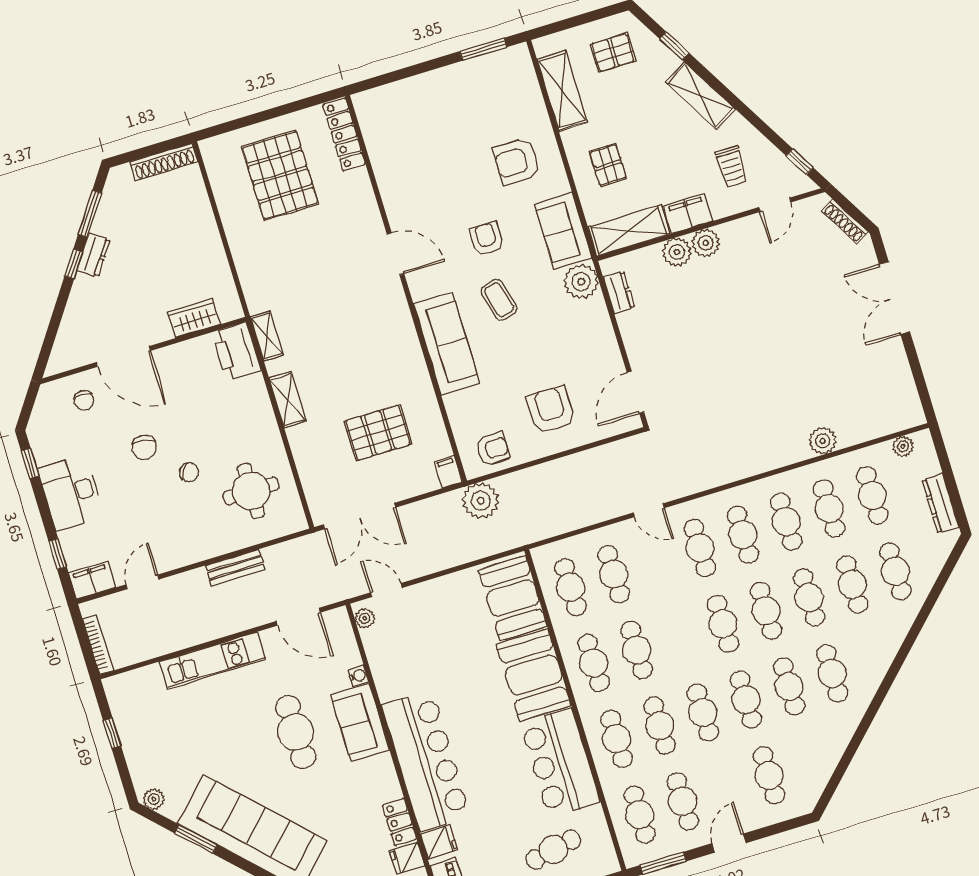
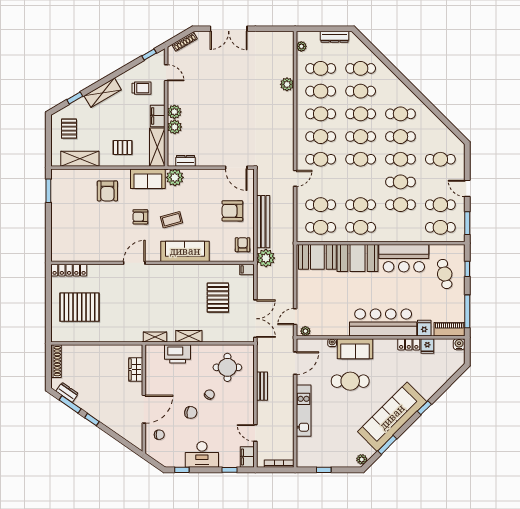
dresser: (93, 255) -> (67, 392), moved
printer: (236, 351) -> (178, 354), moved
bench: (548, 475) -> (263, 222), added
cafe table: (617, 739) -> (400, 227), removed

